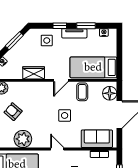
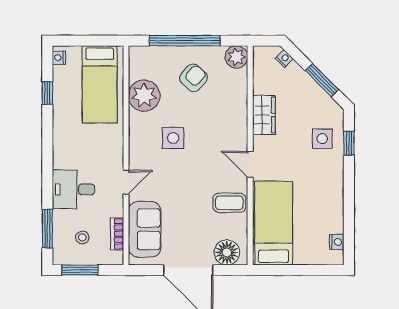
window: (60, 26) -> (349, 143), moved
window: (86, 26) -> (349, 210), removed
tv unit: (74, 33) -> (335, 189), removed
side table: (65, 115) -> (173, 138), moved
door: (57, 149) -> (126, 182), moved

